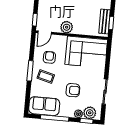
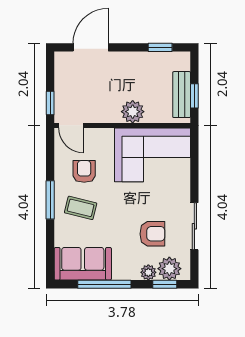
plant: (67, 27) -> (133, 112), moved
door: (45, 33) -> (71, 125), hinge flipped
armchair: (73, 90) -> (152, 234), moved

